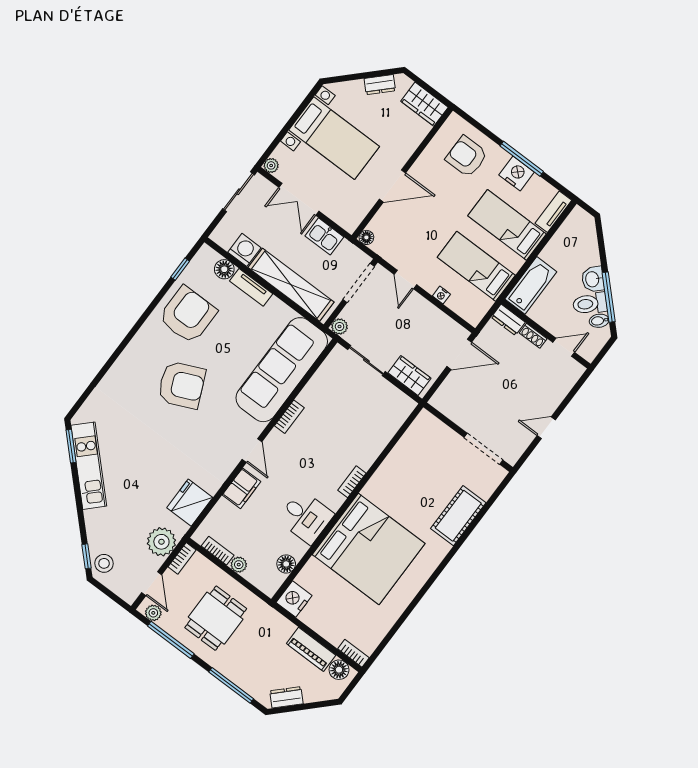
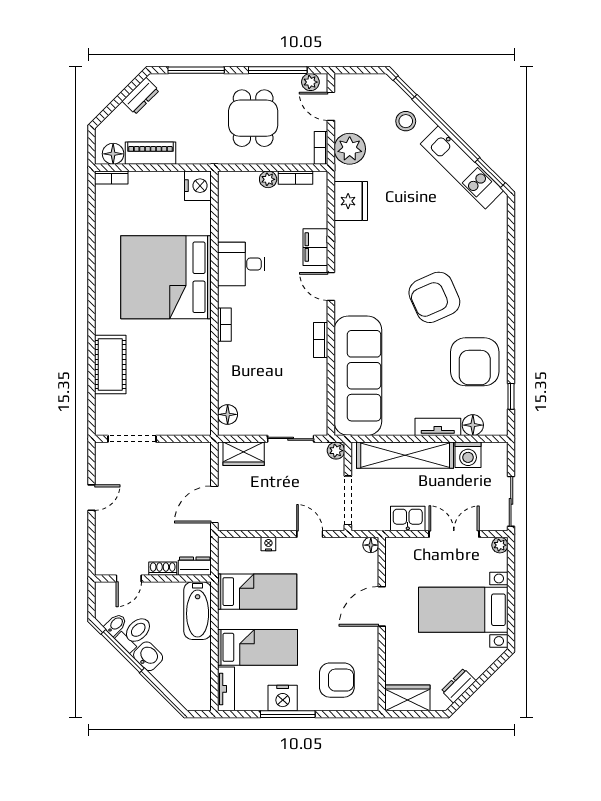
stool: (104, 563) -> (406, 121), moved
floor lamp: (286, 564) -> (228, 414), moved

